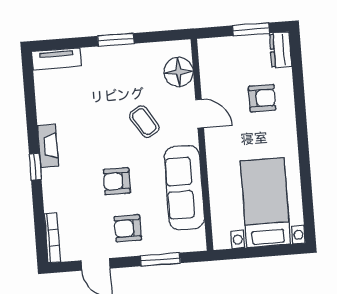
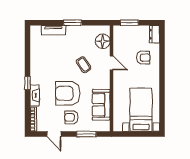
window: (251, 29) -> (129, 23), moved
tv unit: (57, 59) -> (53, 30), moved
fireplace: (48, 146) -> (35, 95), moved
armchair: (117, 181) -> (68, 93), width x1.88, depth x1.88
sofa: (184, 188) -> (101, 105), width x0.73

